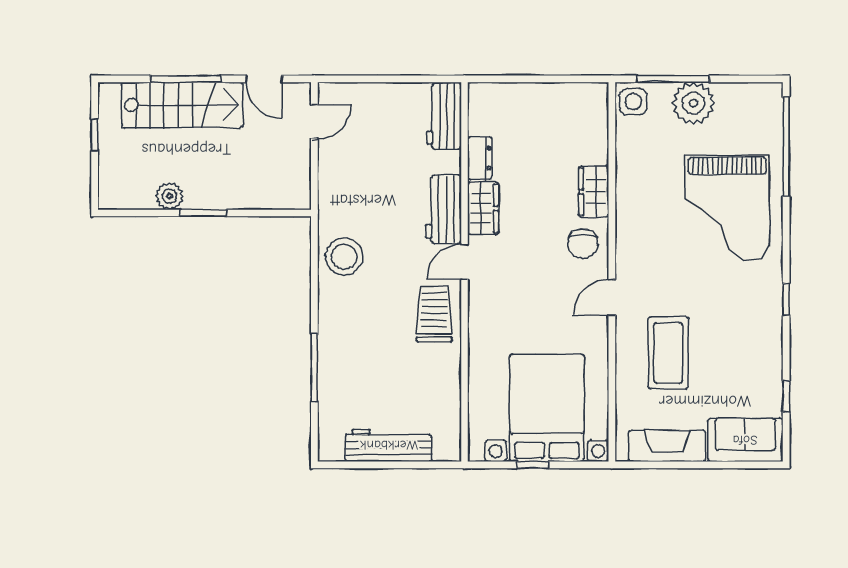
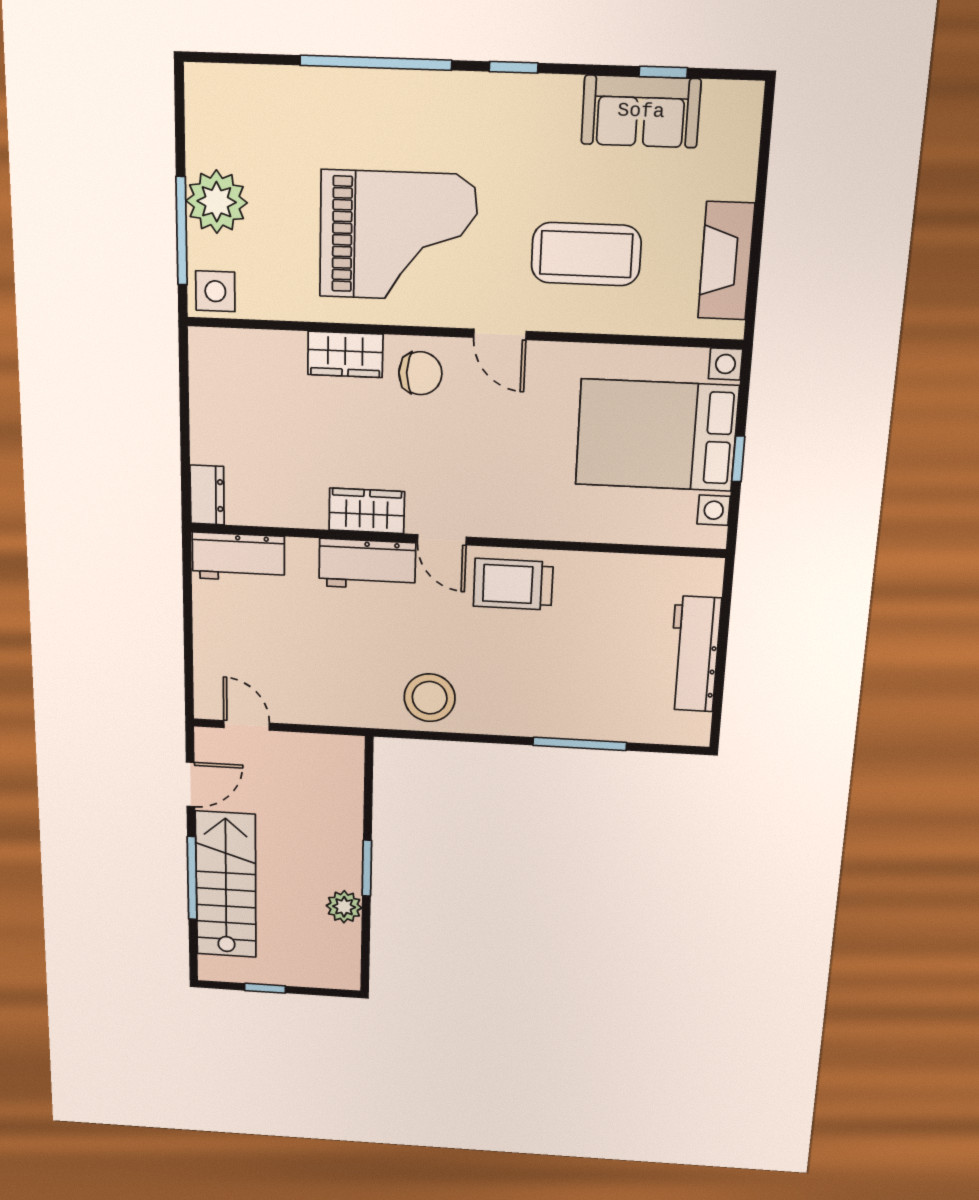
window: (786, 146) -> (376, 63), moved
dresser: (480, 158) -> (207, 495), moved, turned 90
grand piano: (727, 208) -> (398, 236), moved
sofa: (745, 440) -> (641, 111), moved, turned -90

